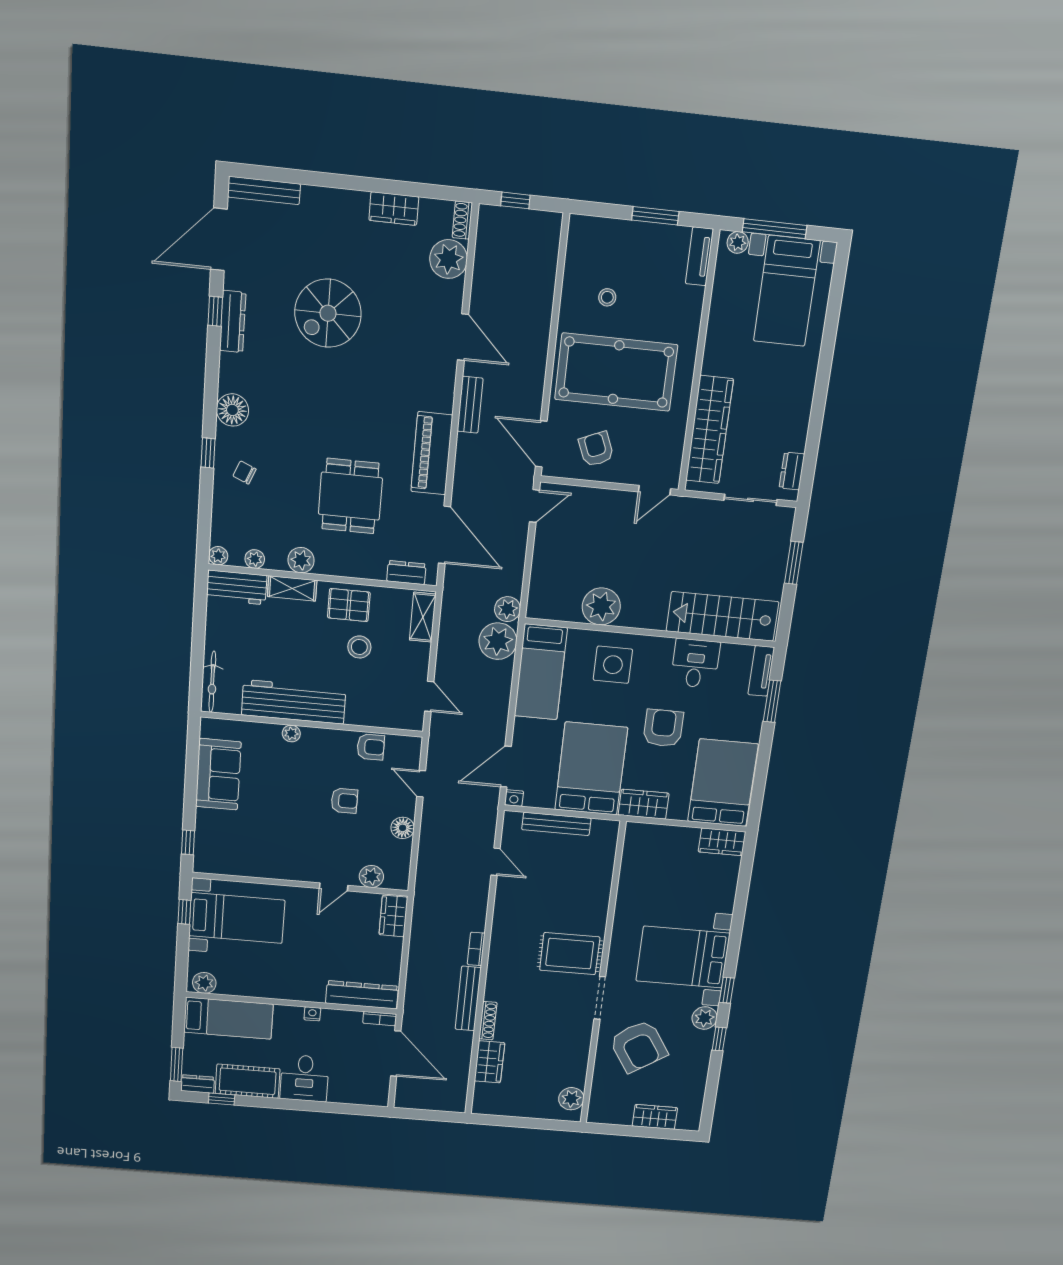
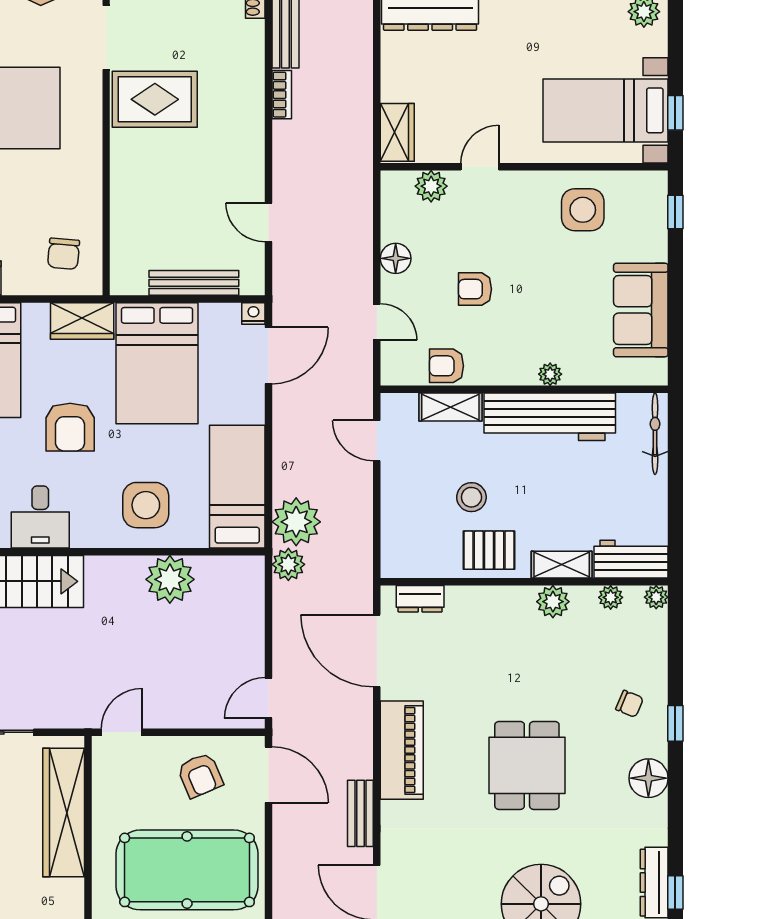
dining table: (350, 496) -> (527, 765), moved
shelving: (423, 617) -> (450, 407), moved, turned 90
side table: (258, 850) -> (583, 210), added
chair: (651, 853) -> (64, 254), added

